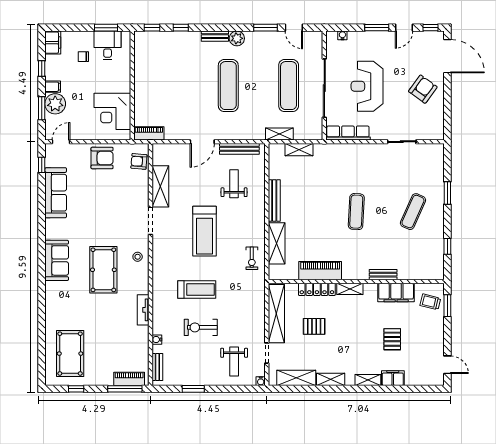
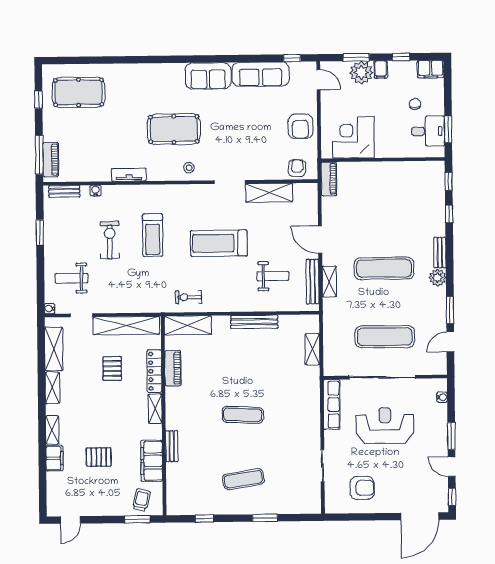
armchair: (423, 89) -> (362, 488), moved, turned -36
shelving: (279, 134) -> (329, 281), moved
exercise mat: (413, 212) -> (243, 479), turned -33
shelving: (277, 243) -> (188, 325), moved
sofa: (57, 260) -> (208, 76), moved
piano: (320, 271) -> (173, 368), width x0.73, depth x0.75

